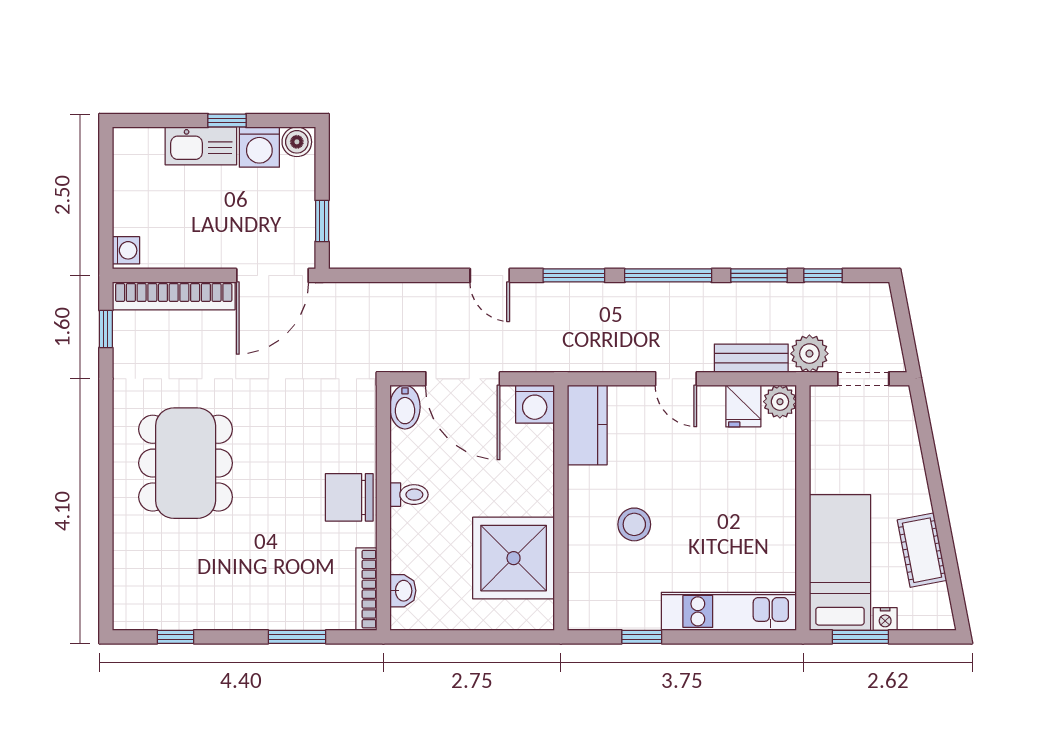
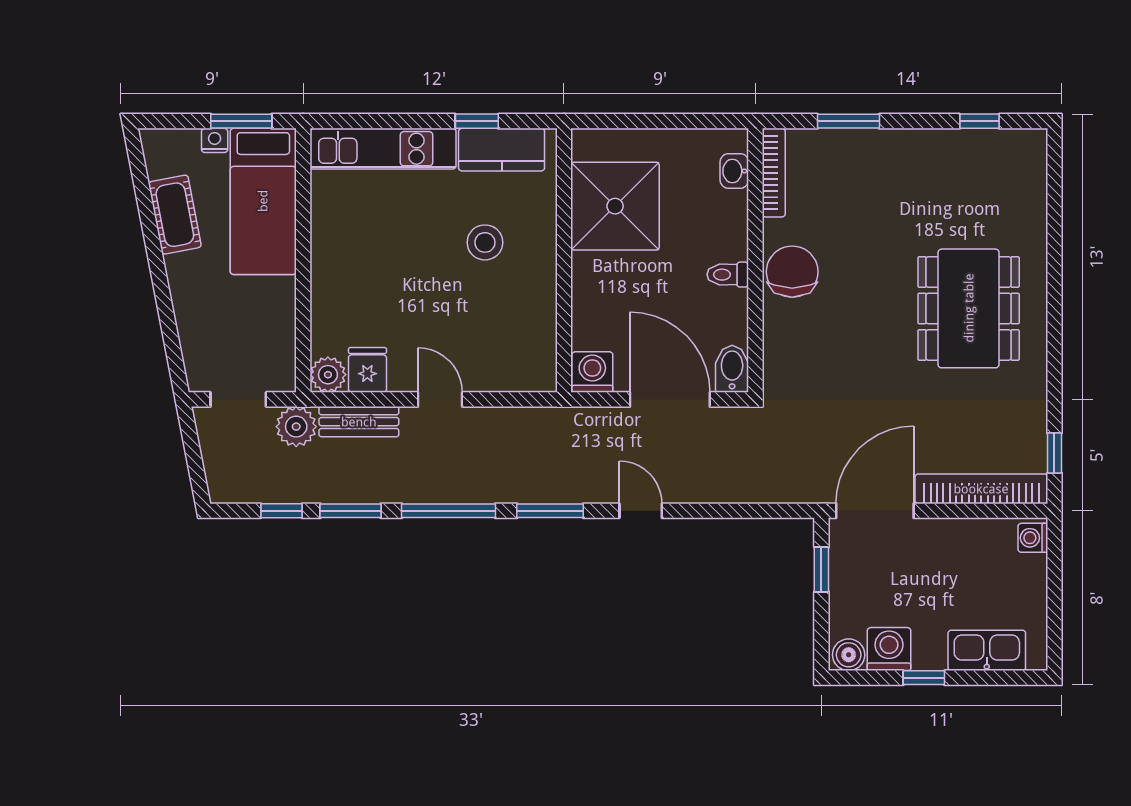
kitchen sink: (201, 146) -> (987, 650), moved
kitchen counter: (587, 425) -> (502, 150), moved, turned -90
chair: (349, 497) -> (792, 272), turned -90

